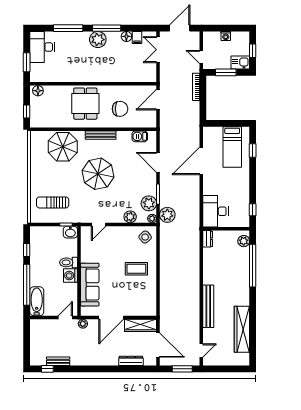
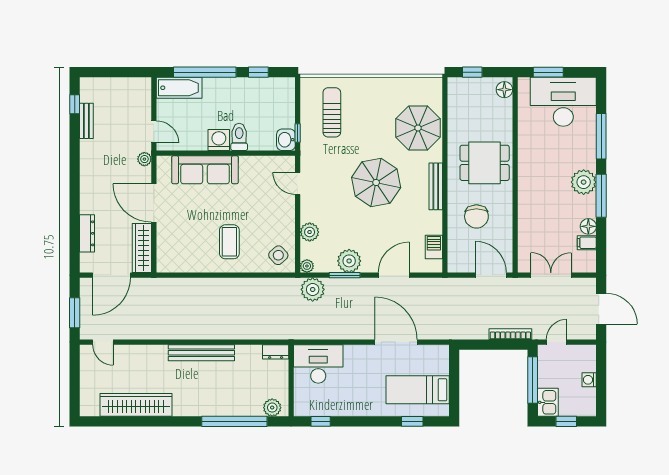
desk: (42, 47) -> (563, 102), width x1.36, depth x1.30
double door: (158, 50) -> (551, 275), moved
window: (226, 72) -> (533, 380), width x1.44
plant: (149, 203) -> (349, 261), moved
bench: (208, 306) -> (201, 353), moved

